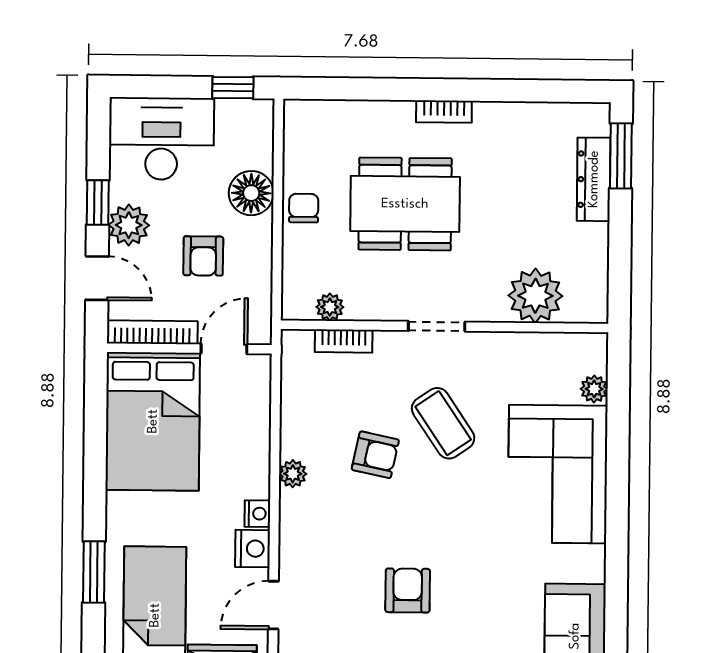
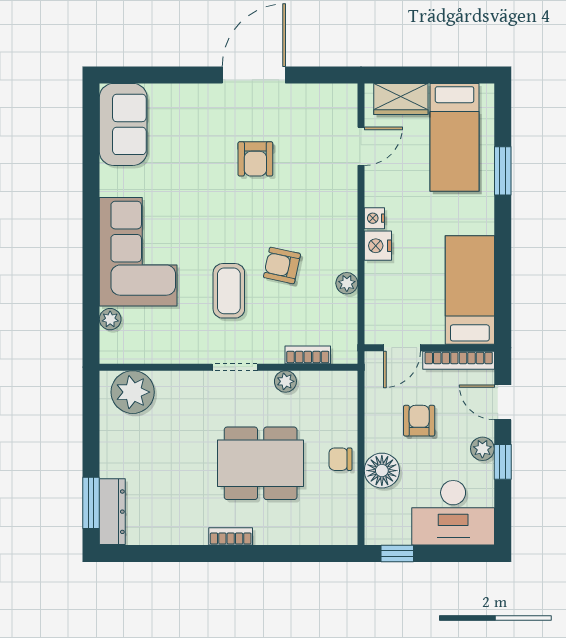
dresser: (594, 179) -> (112, 512), moved
chair: (304, 208) -> (340, 459), turned 90
plant: (129, 225) -> (482, 449), width x0.73, depth x0.73
plant: (535, 296) -> (133, 392), moved
plant: (330, 307) -> (285, 381), moved
bed: (153, 421) -> (470, 290), width x0.67
coffee table: (443, 423) -> (229, 291), turned 34
plant: (293, 474) -> (347, 283), moved
nightstand: (253, 549) -> (378, 246), moved

